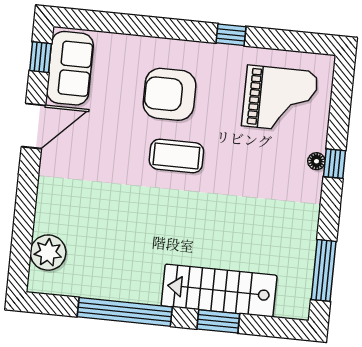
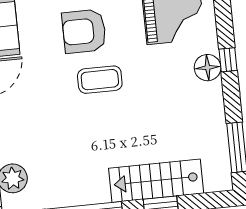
floor lamp: (316, 161) -> (208, 68), width x1.89, depth x1.89

